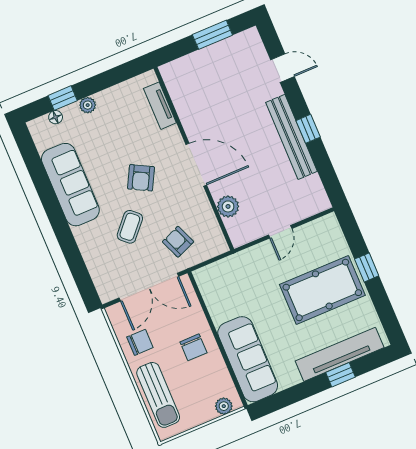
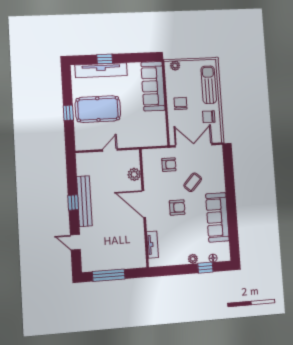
window: (212, 35) -> (109, 275), width x1.44
armchair: (141, 178) -> (177, 207), turned 62
armchair: (178, 242) -> (169, 165), turned -68

